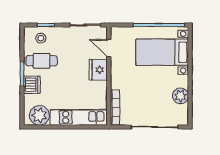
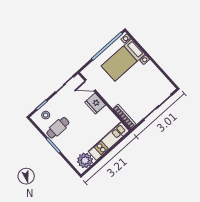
dishwasher: (32, 85) -> (65, 147), removed
plant: (180, 96) -> (156, 76), removed

